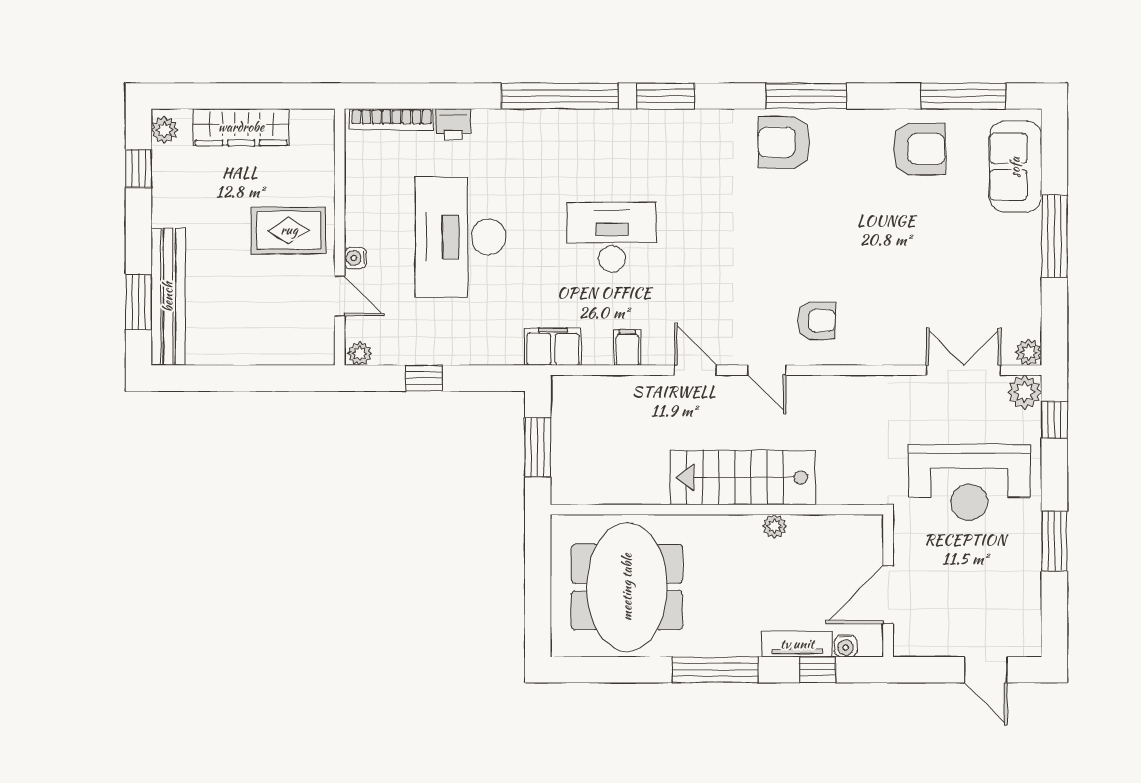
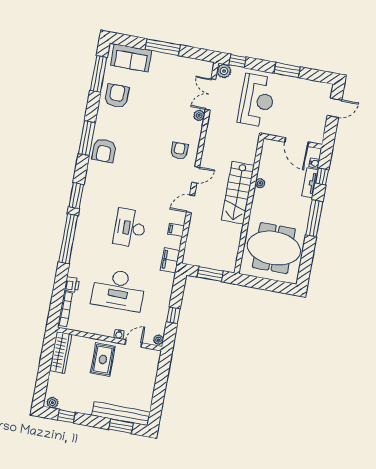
wardrobe: (241, 127) -> (61, 352), moved
plant: (1029, 352) -> (199, 115), moved

